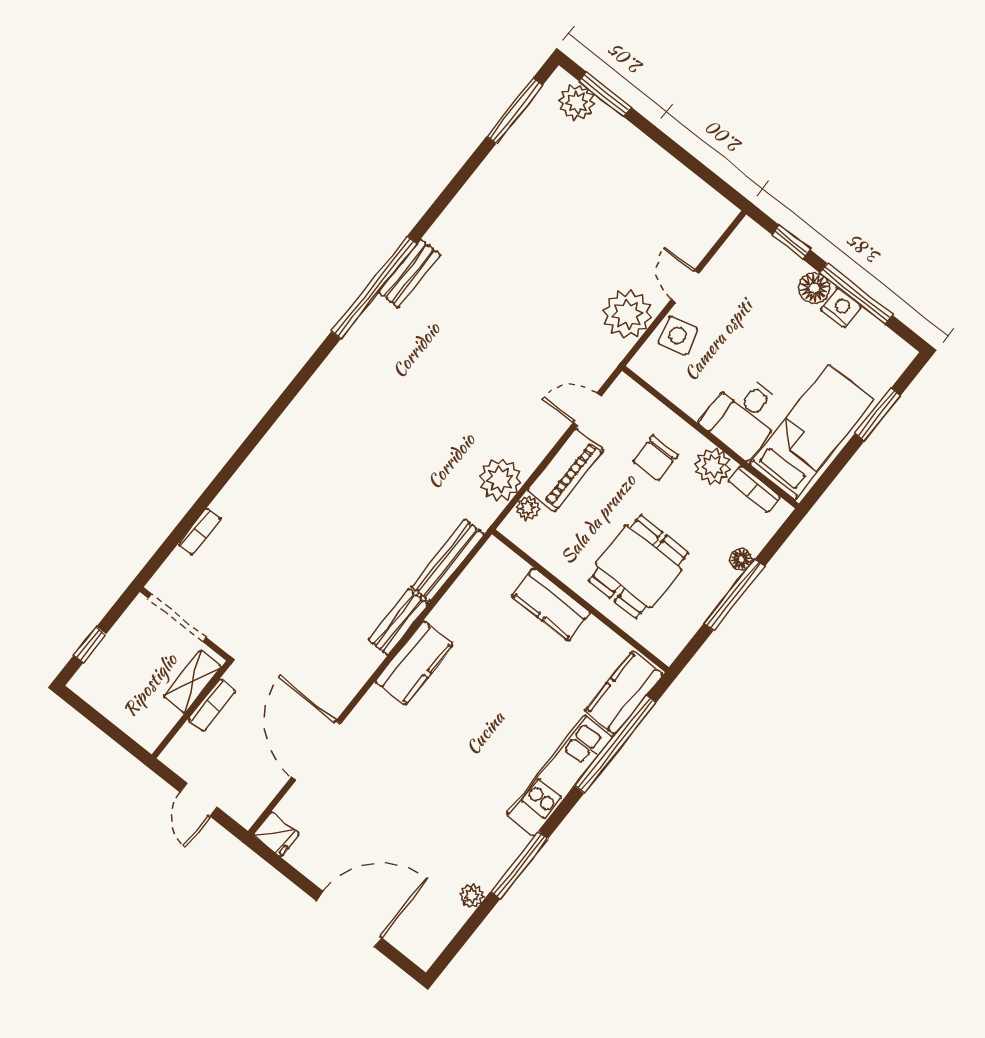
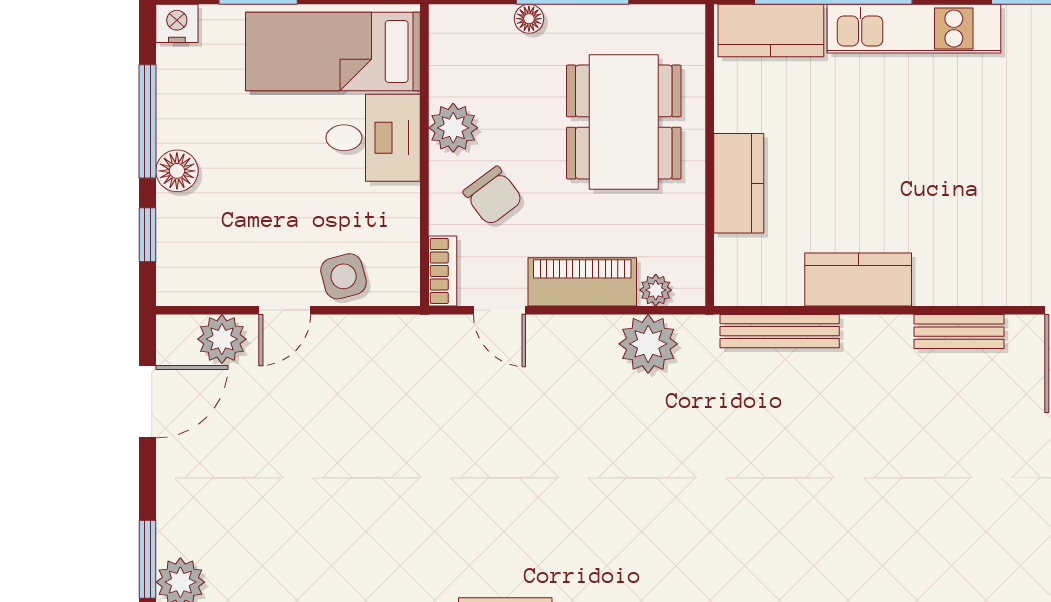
door: (695, 166) -> (148, 402), added
nightstand: (841, 308) -> (177, 23), moved, turned 90
plant: (628, 314) -> (222, 339), moved, width x0.73, depth x0.73
chair: (656, 458) -> (493, 196), turned 53
bookcase: (754, 489) -> (443, 271), moved
dining table: (638, 567) -> (624, 122), width x1.38
bench: (398, 622) -> (959, 332), moved
kitchen counter: (414, 663) -> (858, 279), moved

